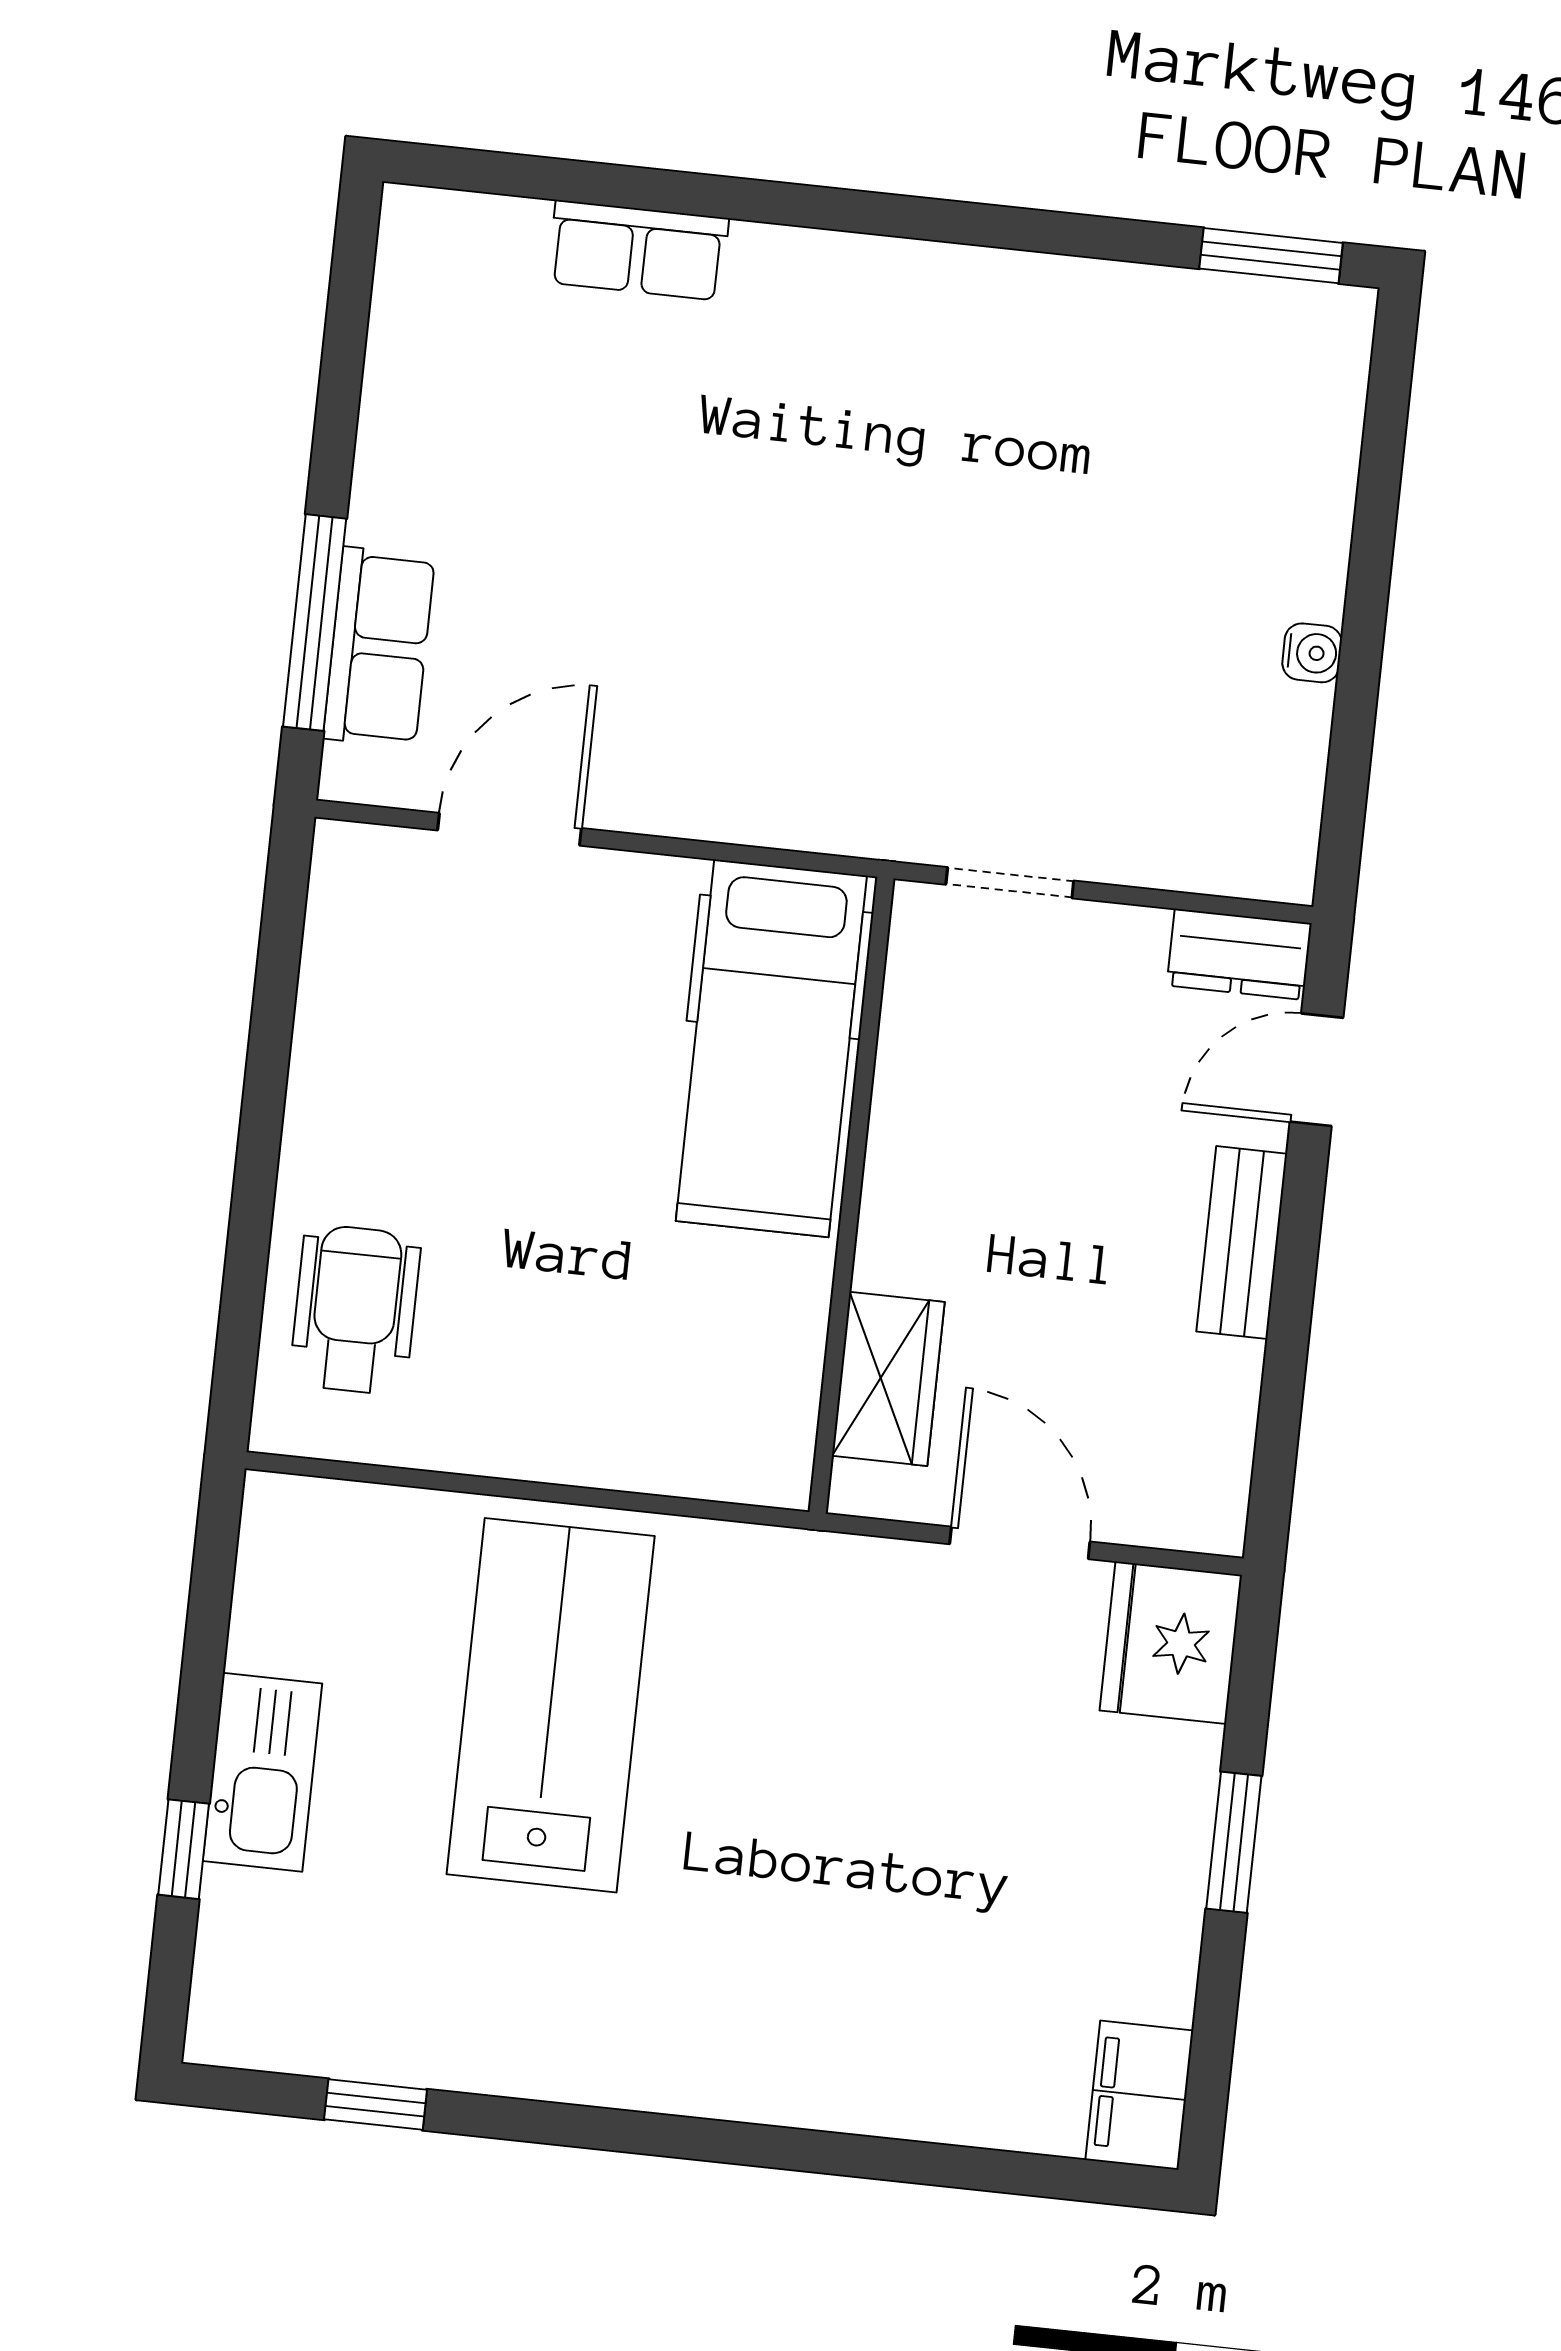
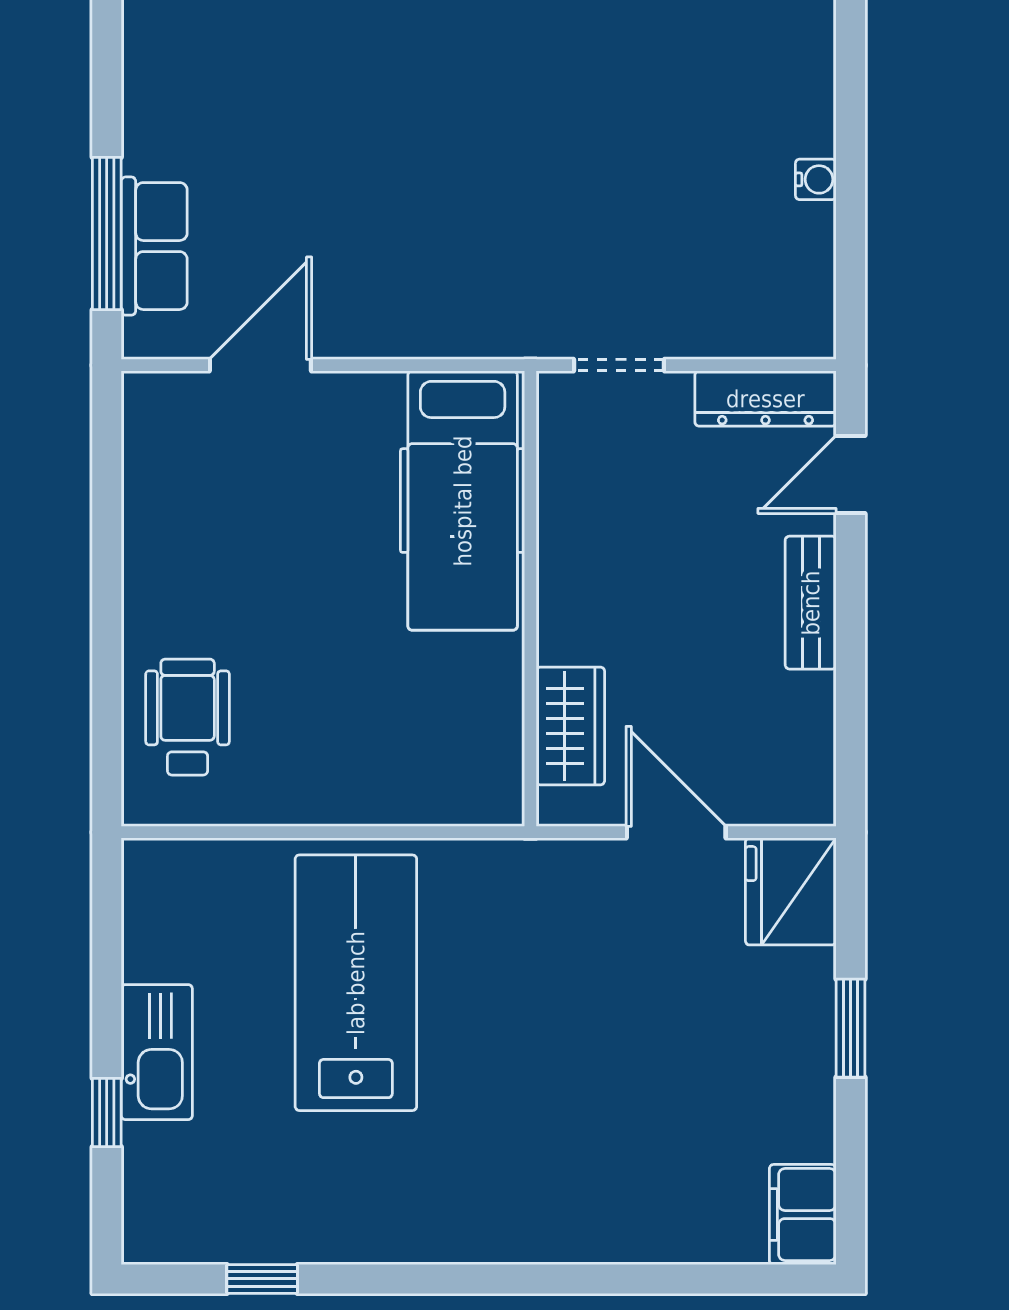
dresser: (1239, 954) -> (765, 399), width x1.44

